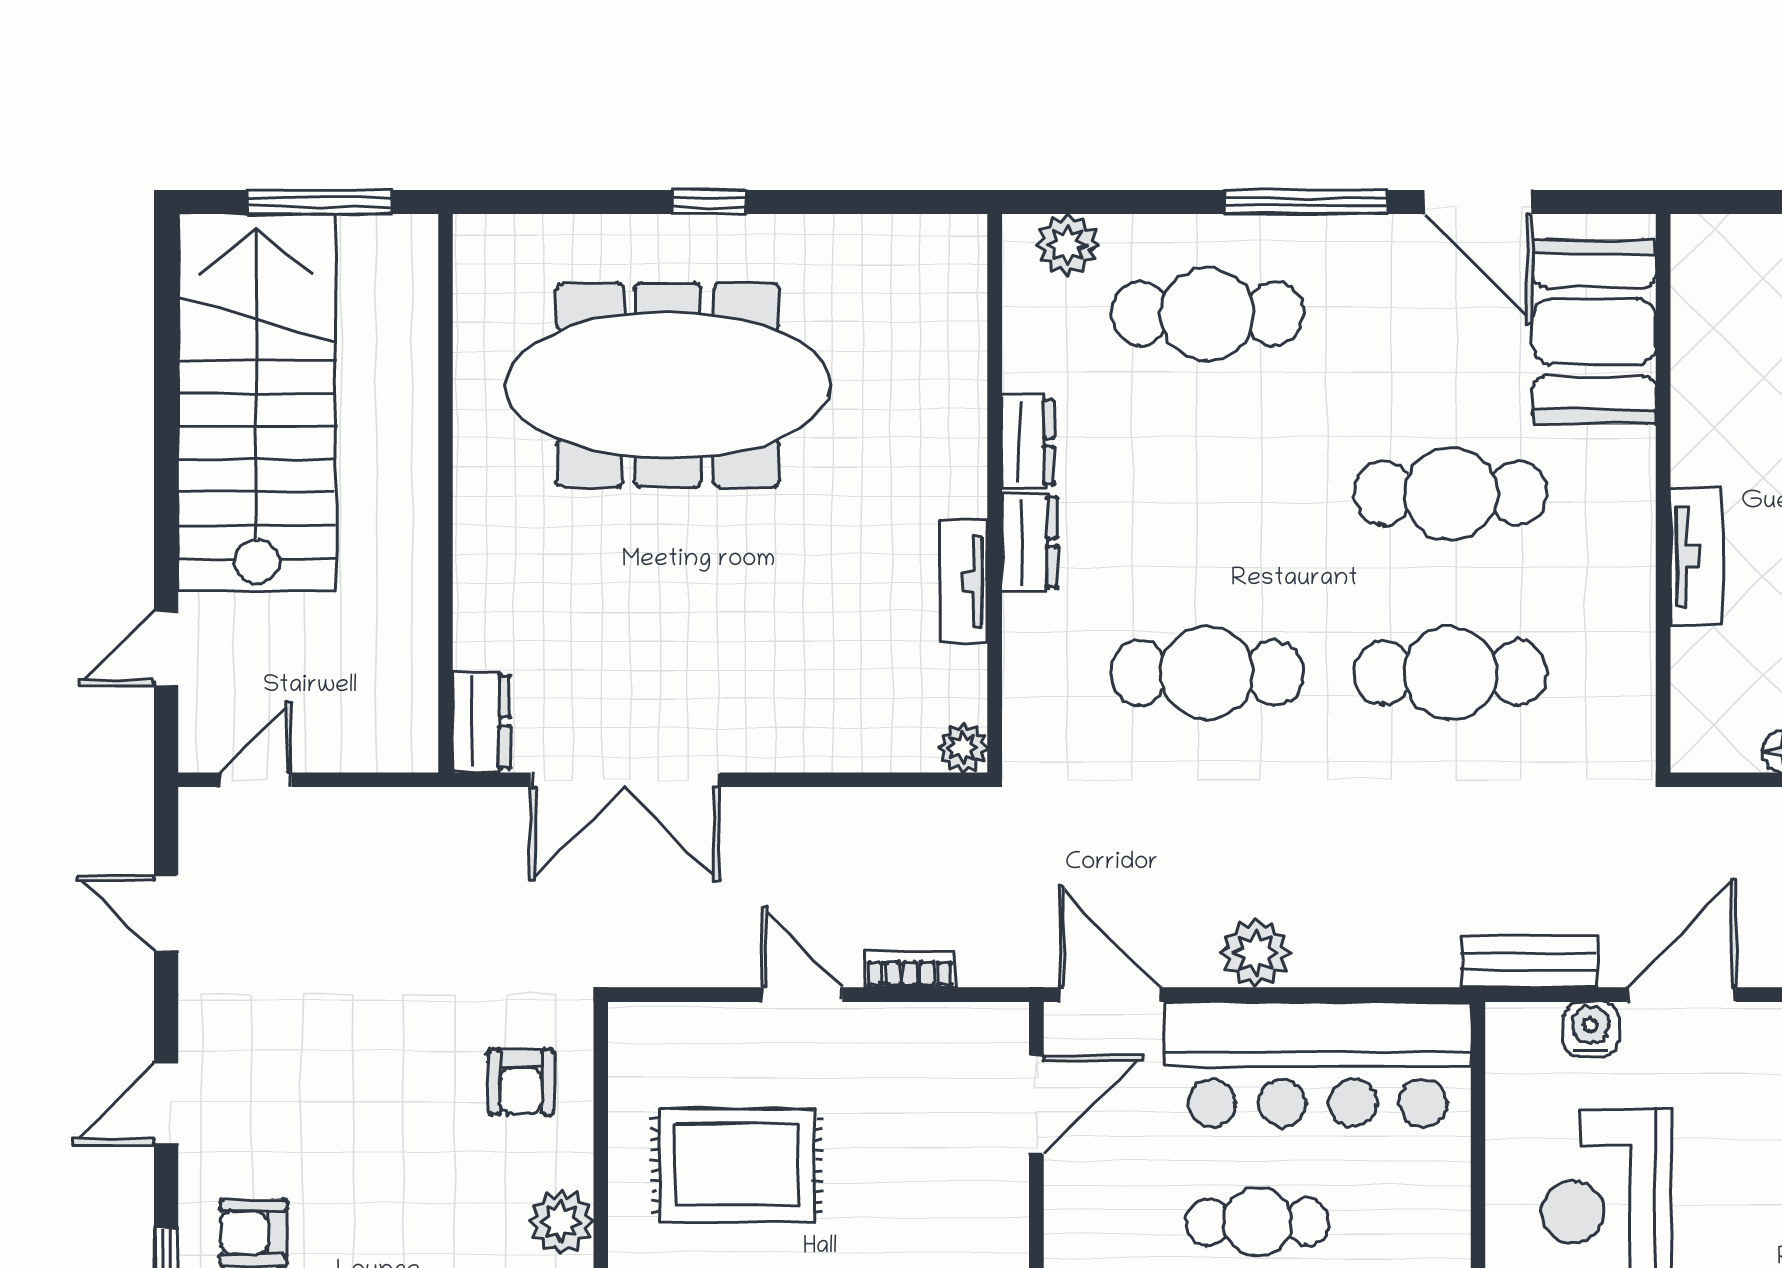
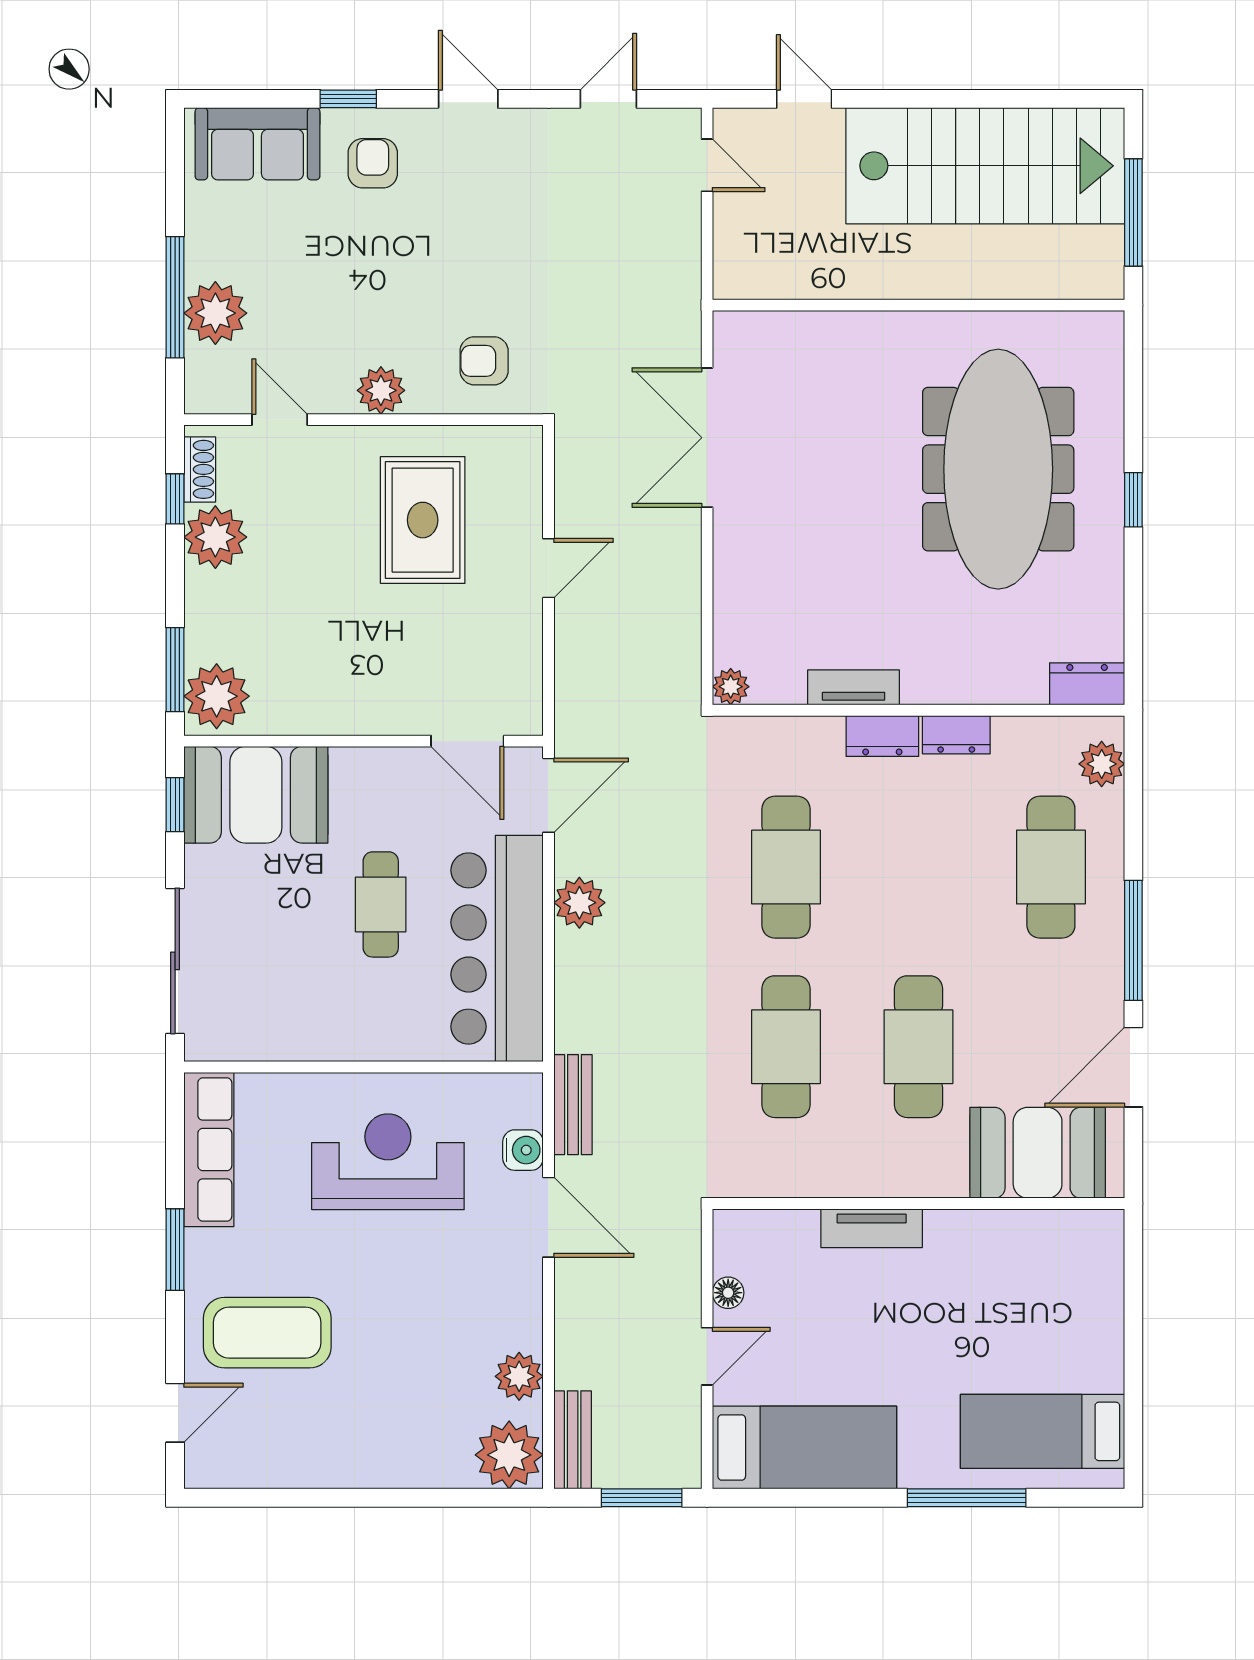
dresser: (481, 722) -> (1087, 684), moved, turned 180
bookcase: (910, 969) -> (567, 648), removed

